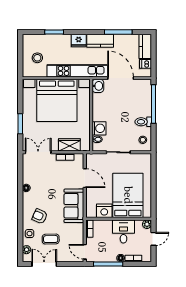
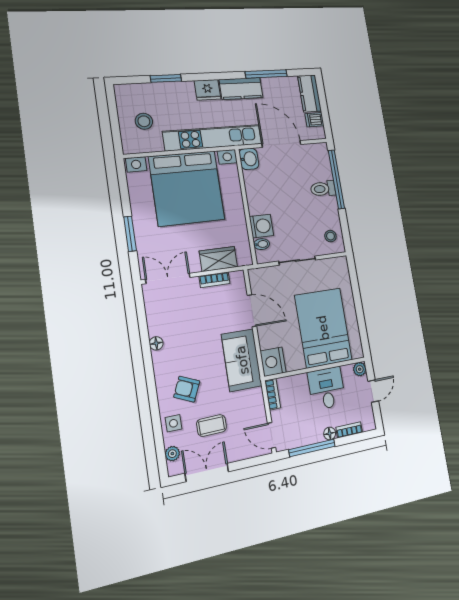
toilet: (143, 122) -> (323, 189), moved
nightstand: (104, 211) -> (273, 362), moved, turned 90

